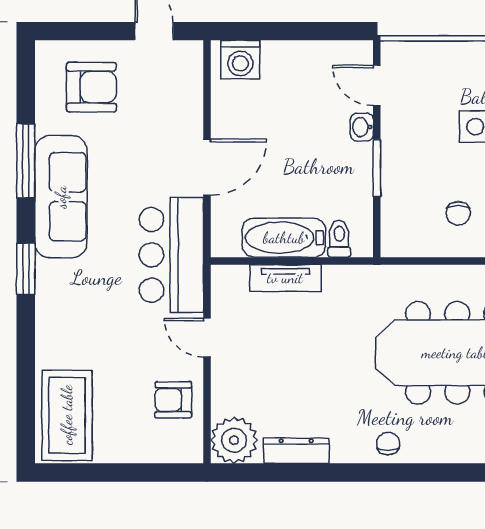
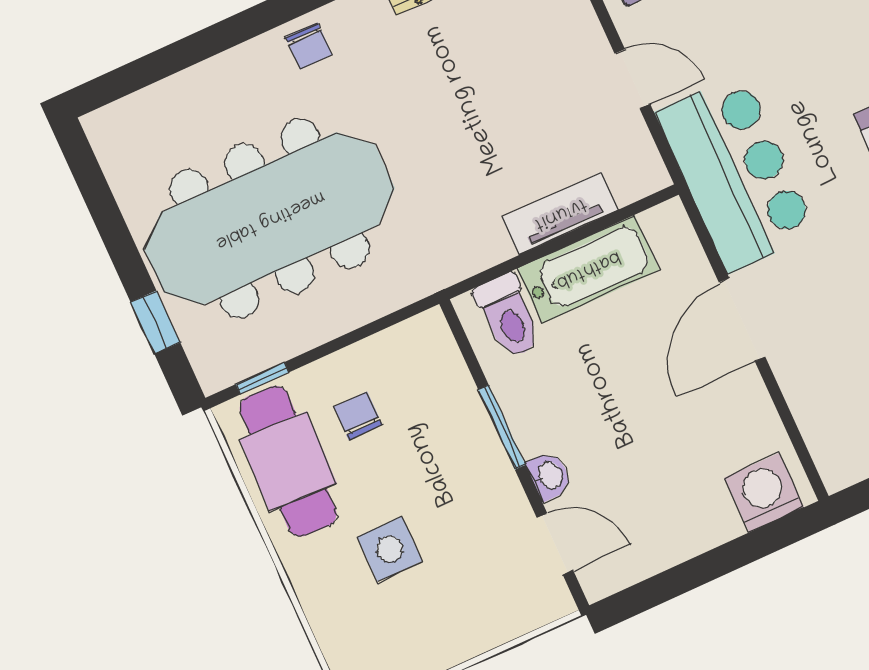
toilet: (339, 239) -> (508, 316), width x1.37, depth x1.39

